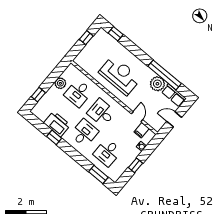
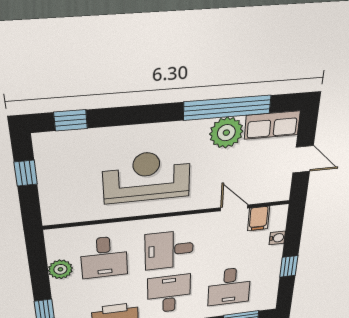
door: (174, 119) -> (303, 159), swing flipped

